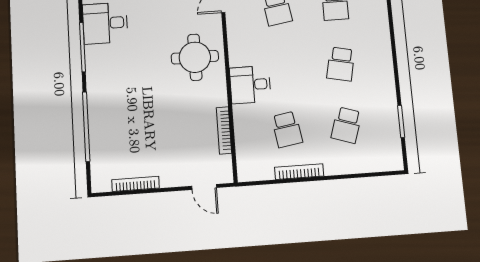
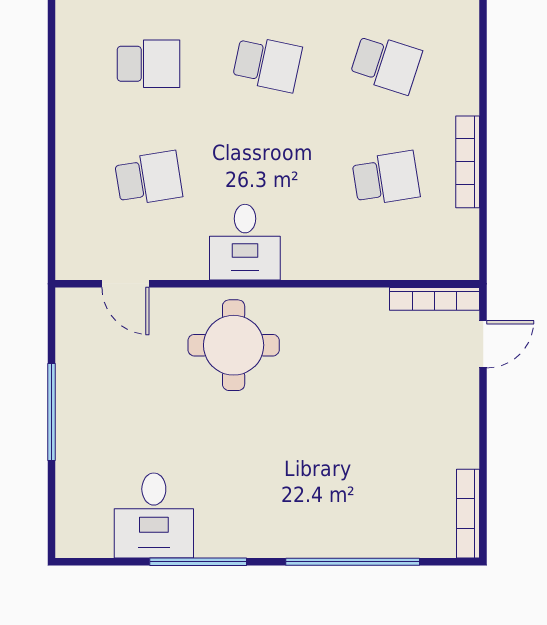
desk: (250, 85) -> (245, 242), moved
bookcase: (224, 130) -> (434, 299), moved
bookcase: (136, 184) -> (468, 514), moved

